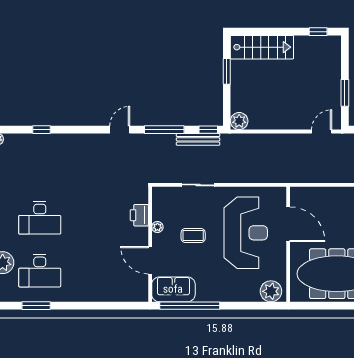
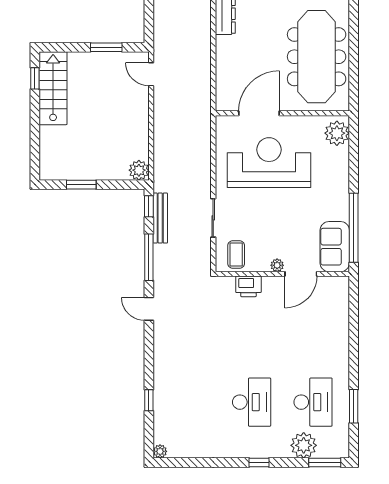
stairs: (262, 47) -> (53, 88), moved
plant: (157, 227) -> (277, 265), moved
coffee table: (193, 236) -> (236, 255), moved

